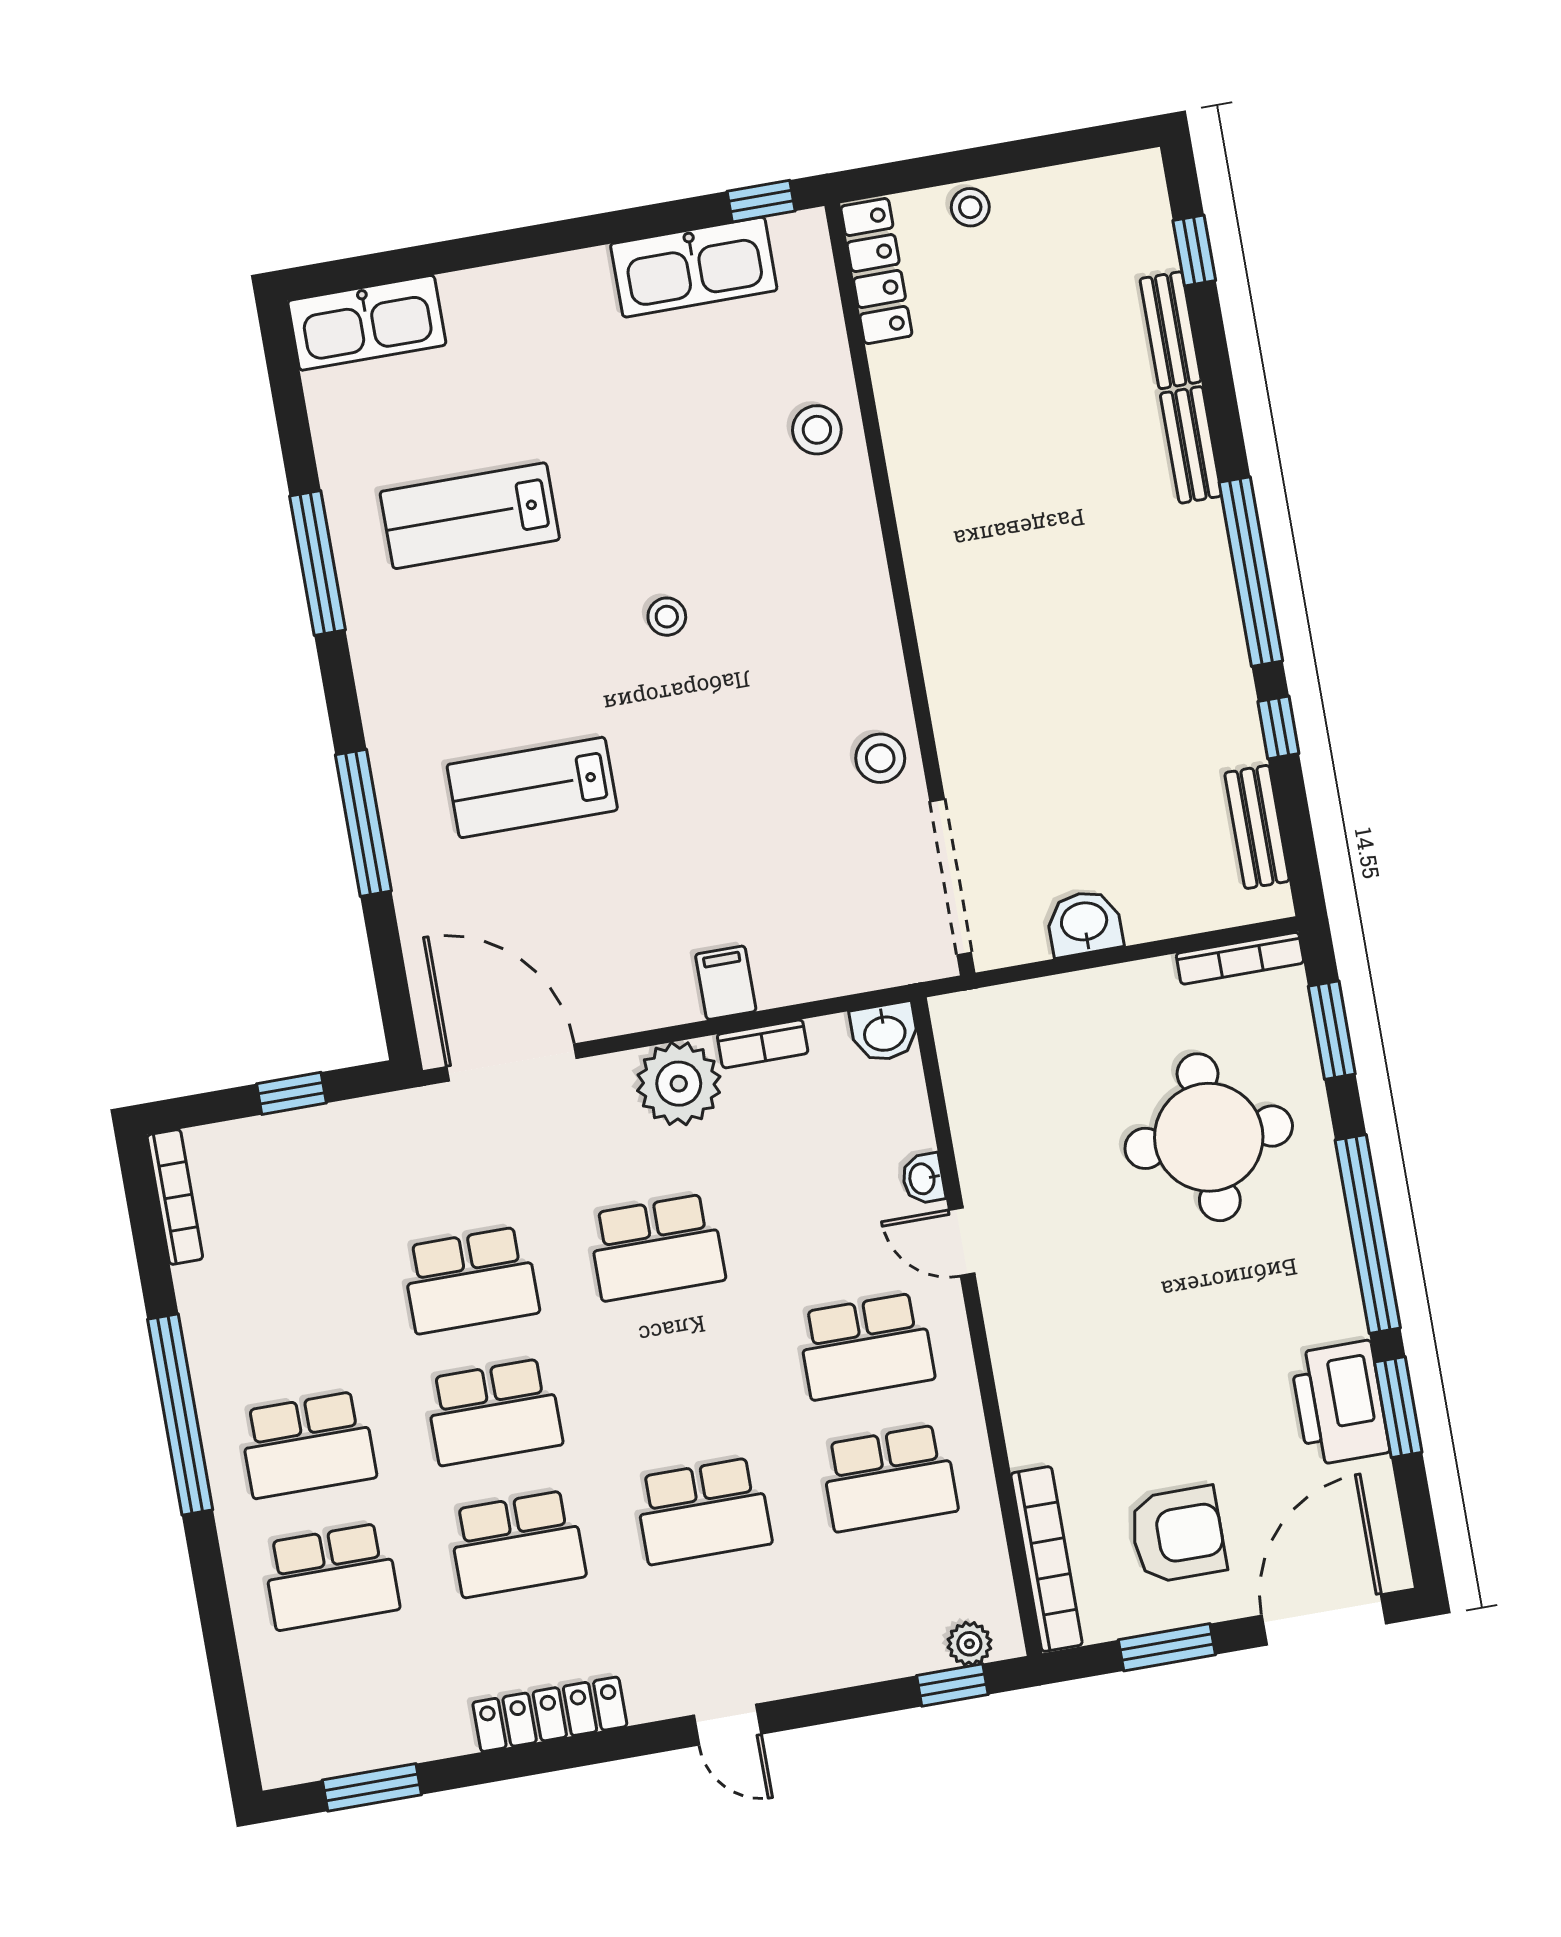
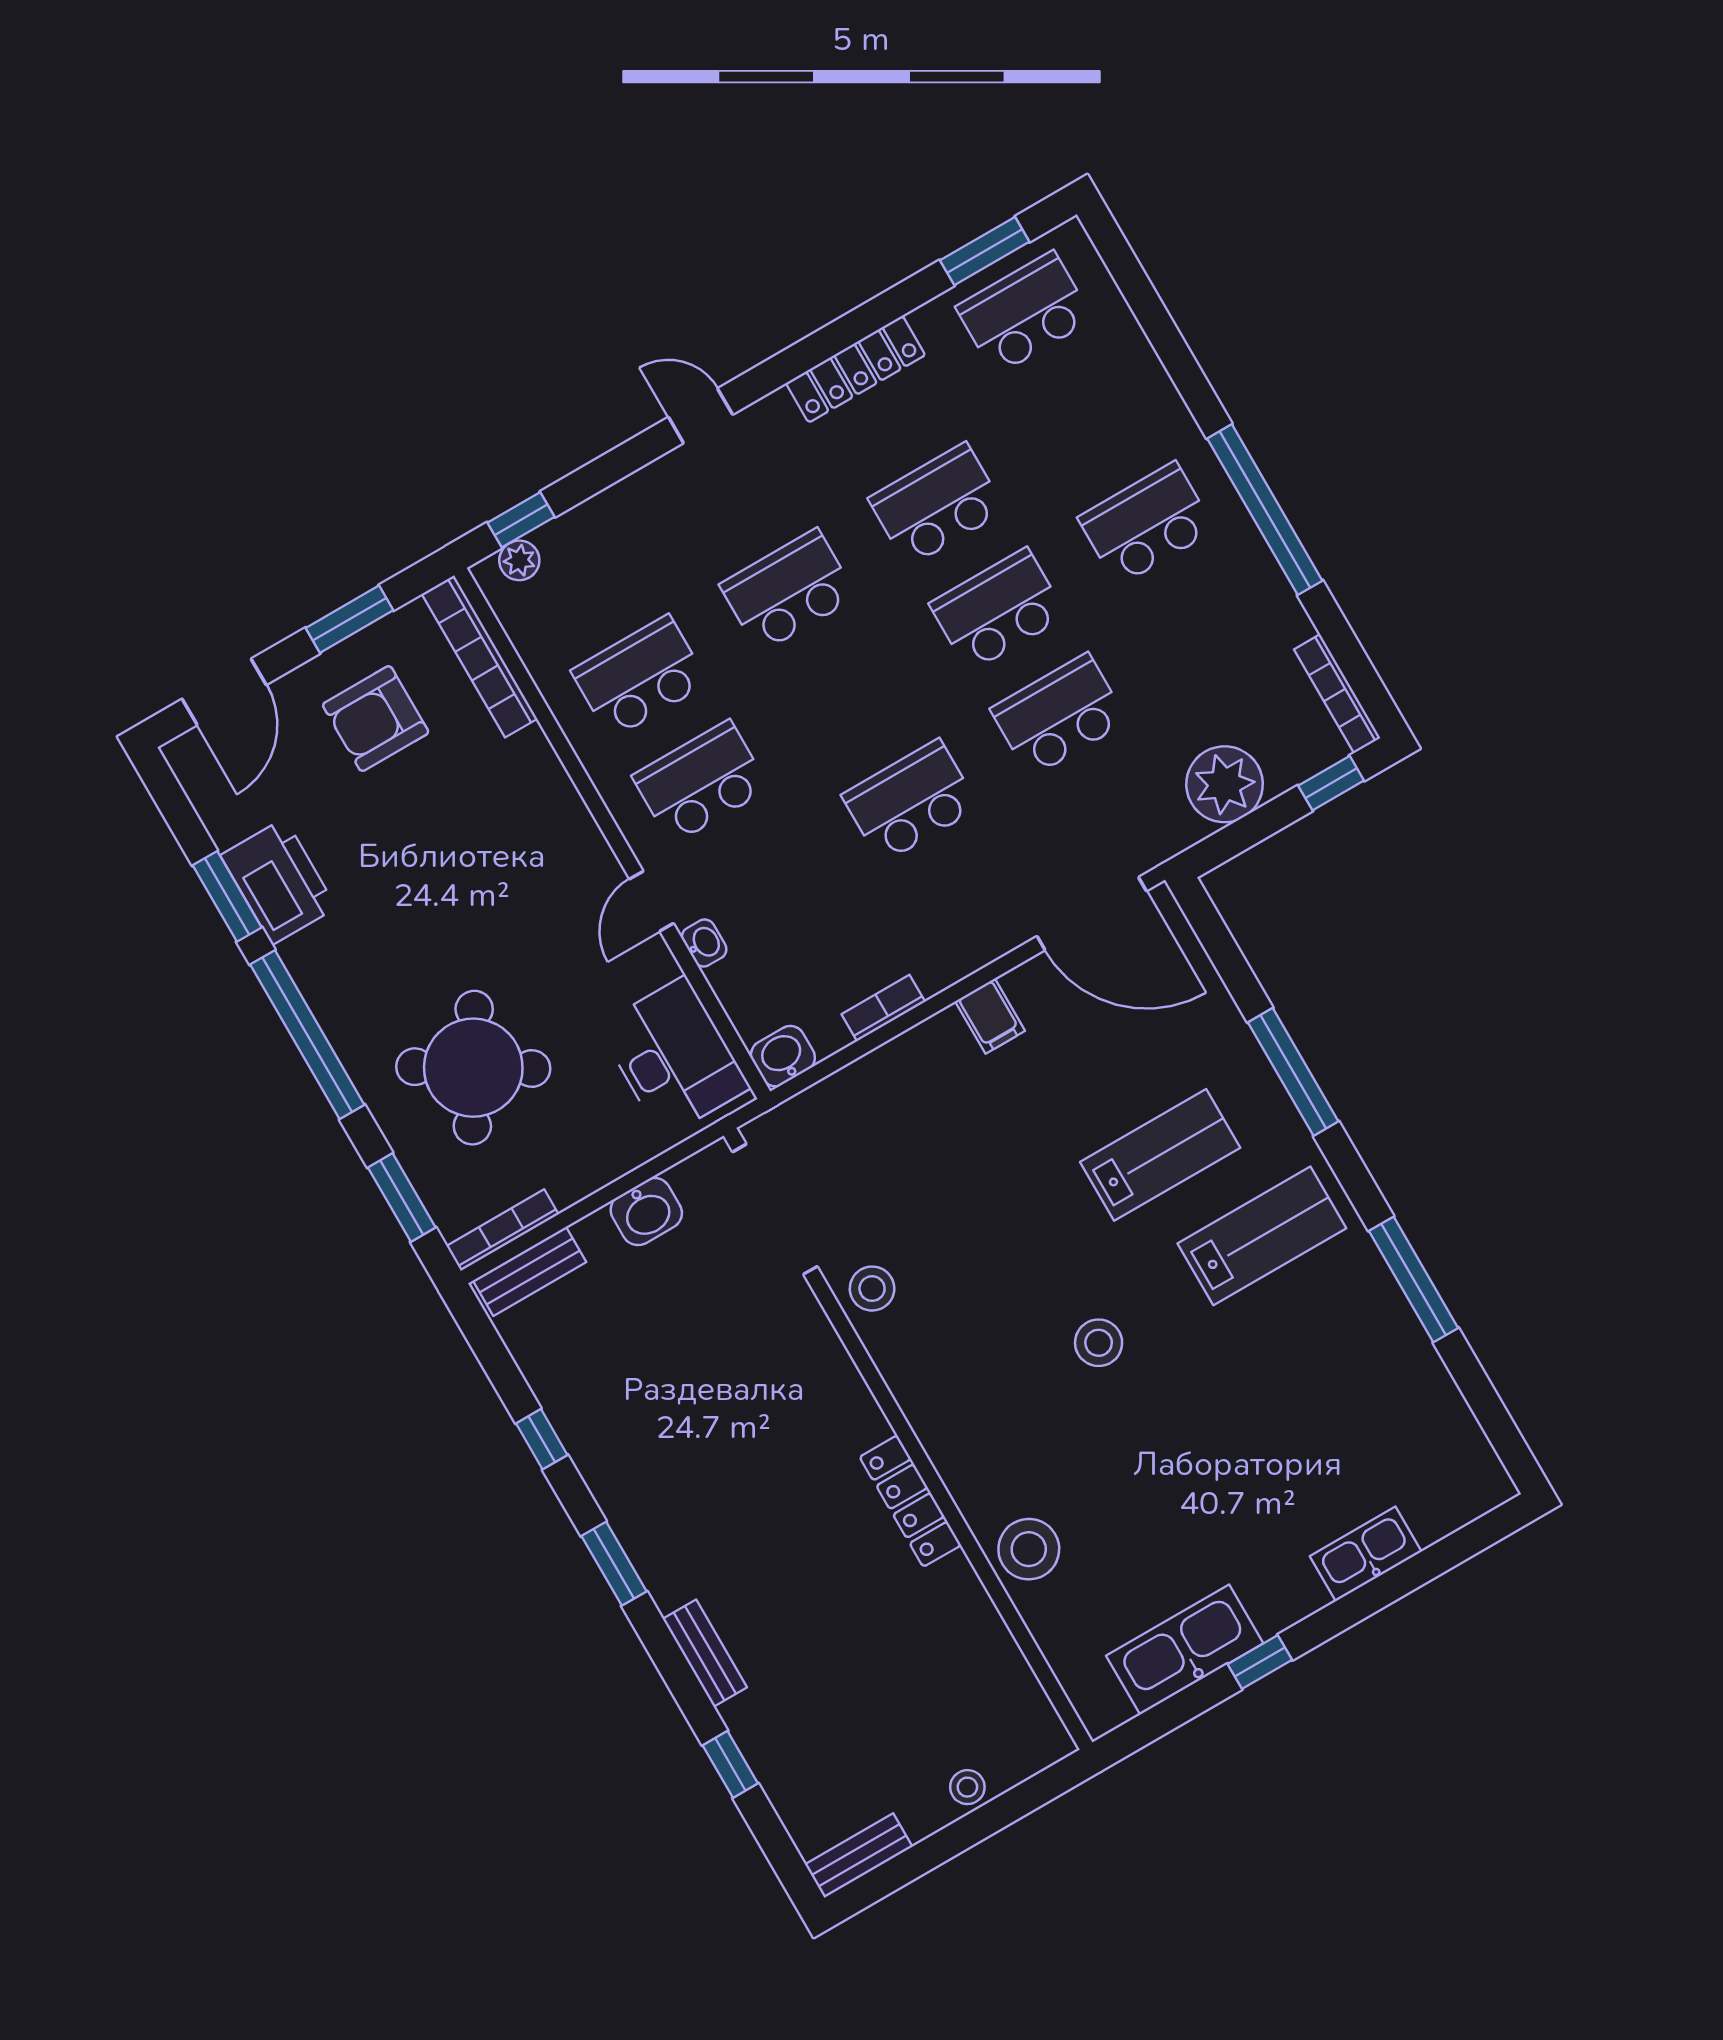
window: (761, 201) -> (1260, 1662), moved
window: (1194, 250) -> (730, 1764), moved
locker: (876, 271) -> (910, 1501), moved
kitchen sink: (367, 323) -> (1366, 1554), moved, width x0.73, depth x0.81
bench: (1171, 330) -> (859, 1856), moved, turned 90
stool: (817, 430) -> (1029, 1549), width x1.38, depth x1.38
lab bench: (470, 516) -> (1262, 1236), moved
window: (1251, 572) -> (614, 1564), width x0.47
stool: (667, 617) -> (1099, 1343), width x1.37, depth x1.37
bench: (1257, 827) -> (530, 1271), moved, turned 90
filing cabinet: (726, 983) -> (990, 1016), moved
desk: (998, 1072) -> (674, 1057), added
plant: (679, 1084) -> (1225, 784), moved
window: (291, 1093) -> (1331, 783), moved
round table: (1209, 1137) -> (473, 1068), turned 31
door: (962, 1242) -> (651, 901), swing flipped
school desk: (331, 1576) -> (1024, 313), moved
door: (1324, 1619) -> (224, 692), width x0.73

